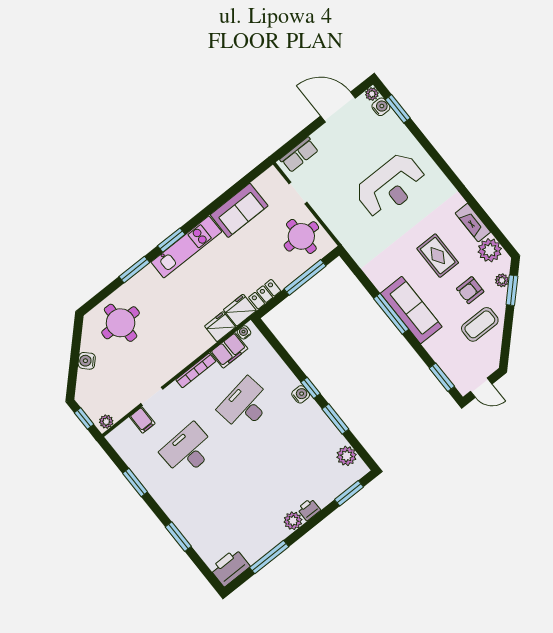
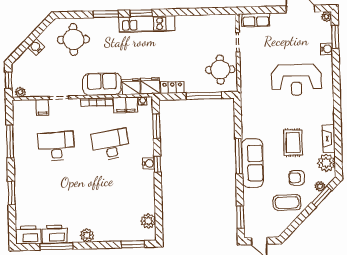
water cooler: (381, 107) -> (327, 49), moved
sofa: (239, 210) -> (102, 84), moved, turned 180
window: (335, 419) -> (156, 126), moved
window: (135, 482) -> (10, 141), width x1.44
printer: (309, 509) -> (54, 234), moved, width x1.87, depth x1.48

